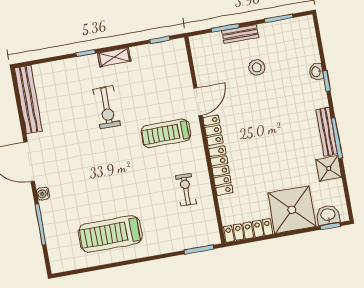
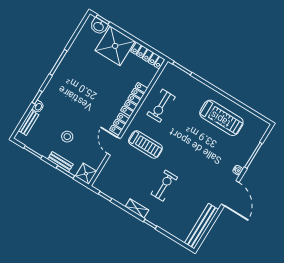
door: (198, 102) -> (114, 146), hinge flipped
bench: (327, 132) -> (29, 123), moved, width x0.73
shower: (329, 168) -> (86, 174), moved
exercise bike: (186, 190) -> (161, 106), width x1.38, depth x1.39

